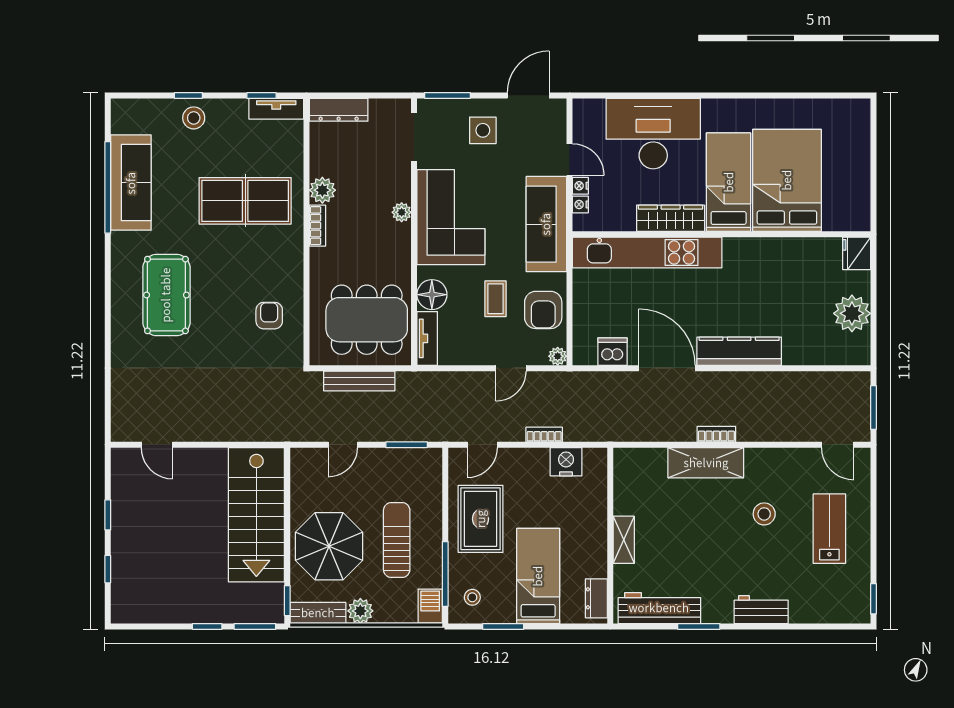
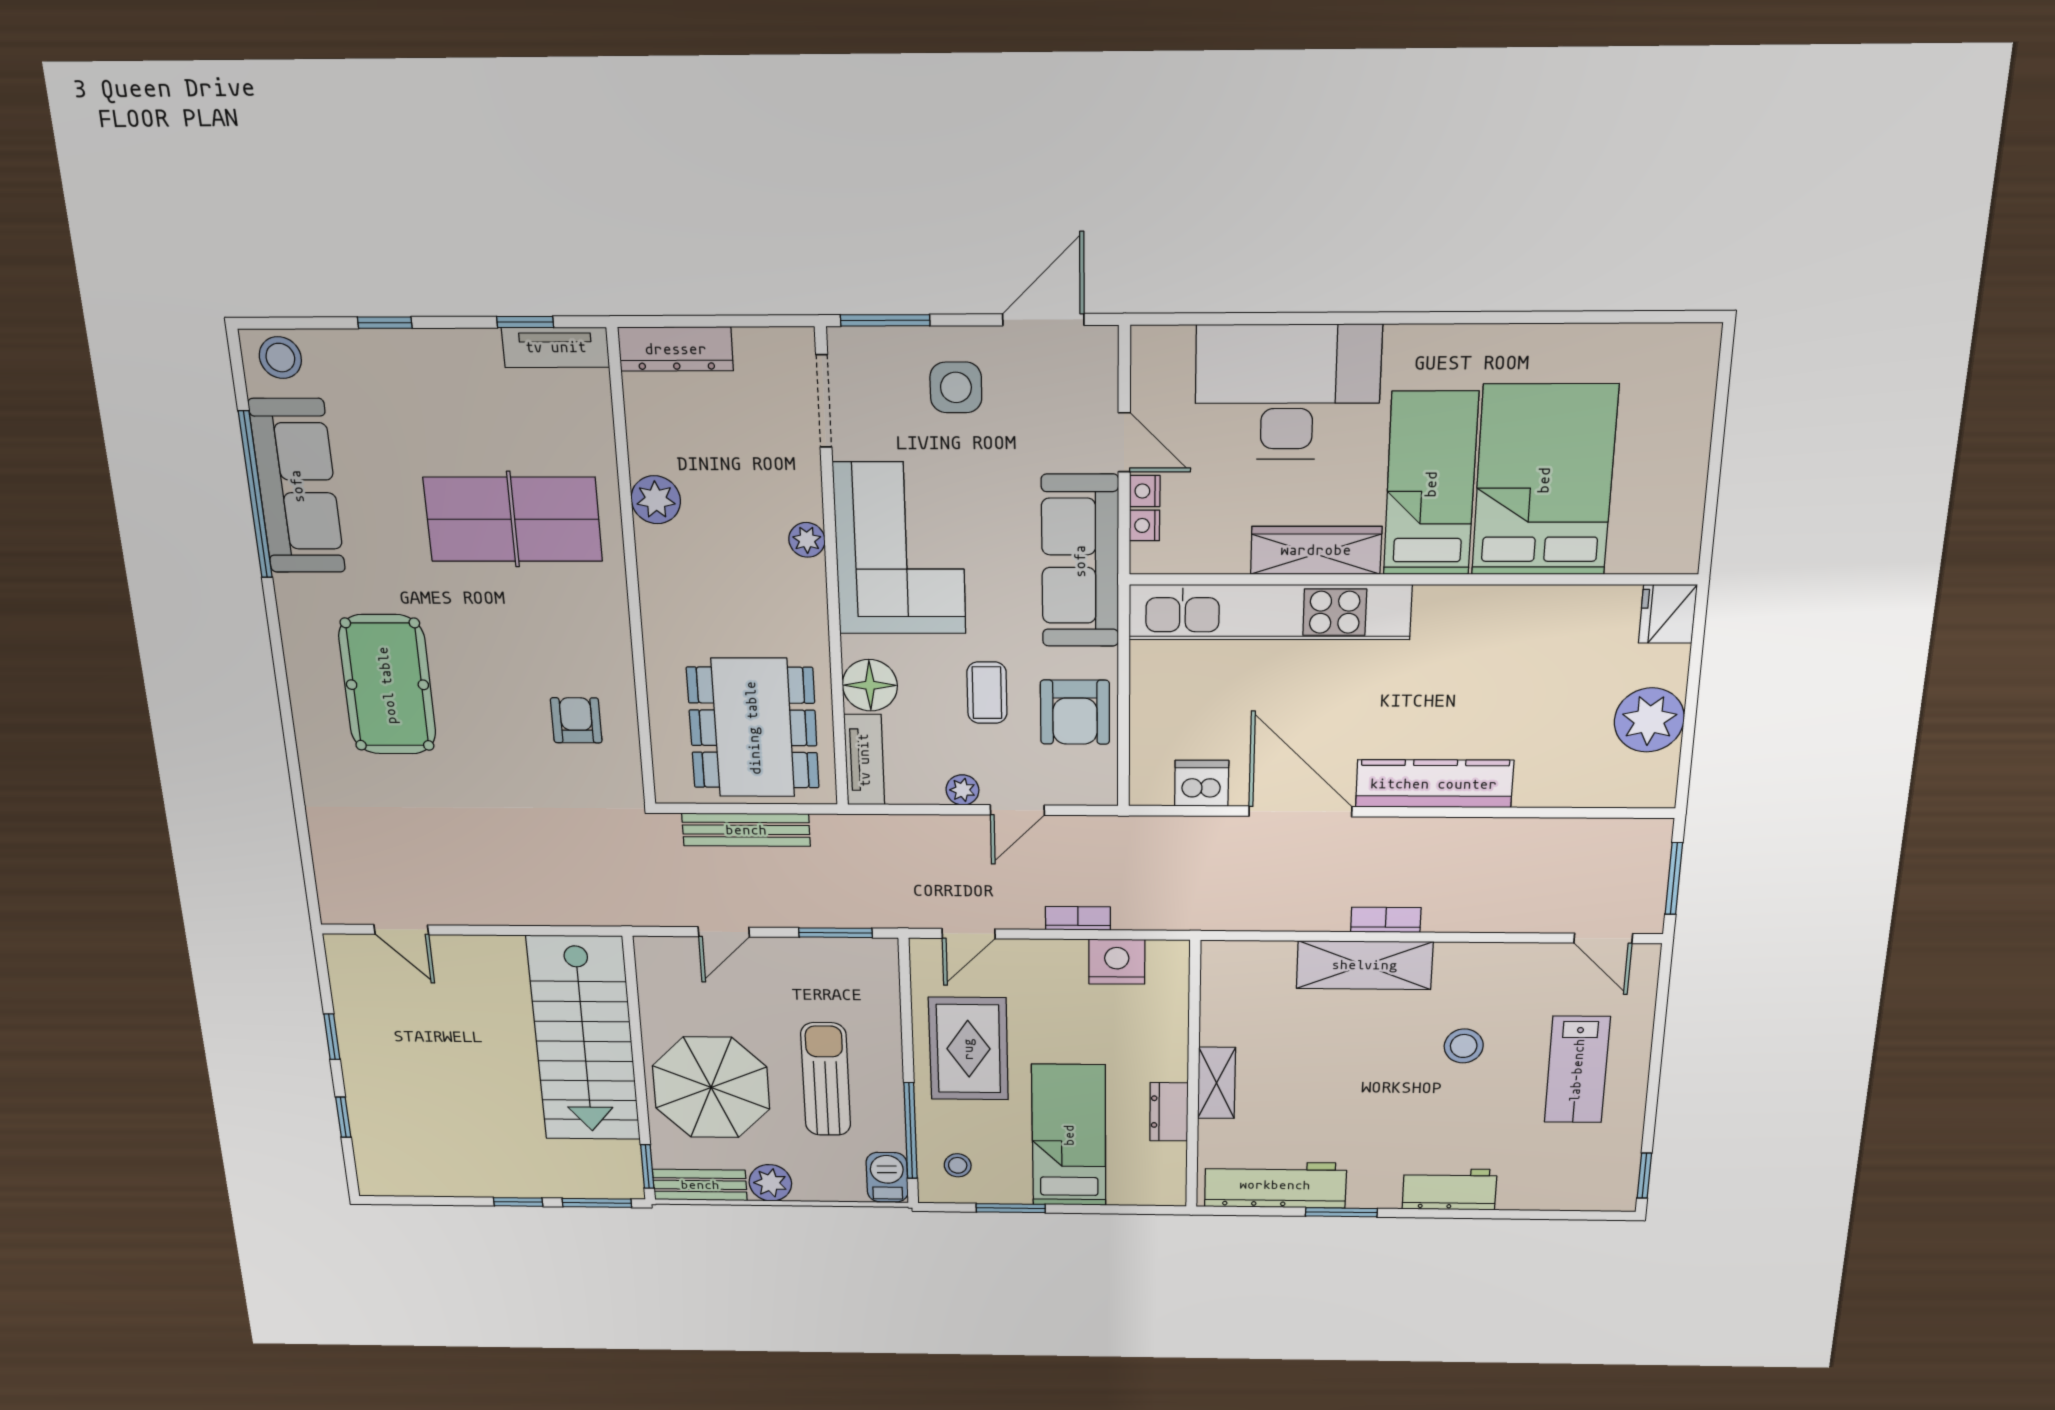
stool: (194, 118) -> (280, 358), moved
bookcase: (317, 226) -> (651, 564), removed
dining table: (367, 320) -> (753, 728), turned 90
plant: (558, 356) -> (962, 790), moved
lab bench: (829, 529) -> (1577, 1070), turned 180
dresser: (596, 598) -> (1169, 1112), moved

